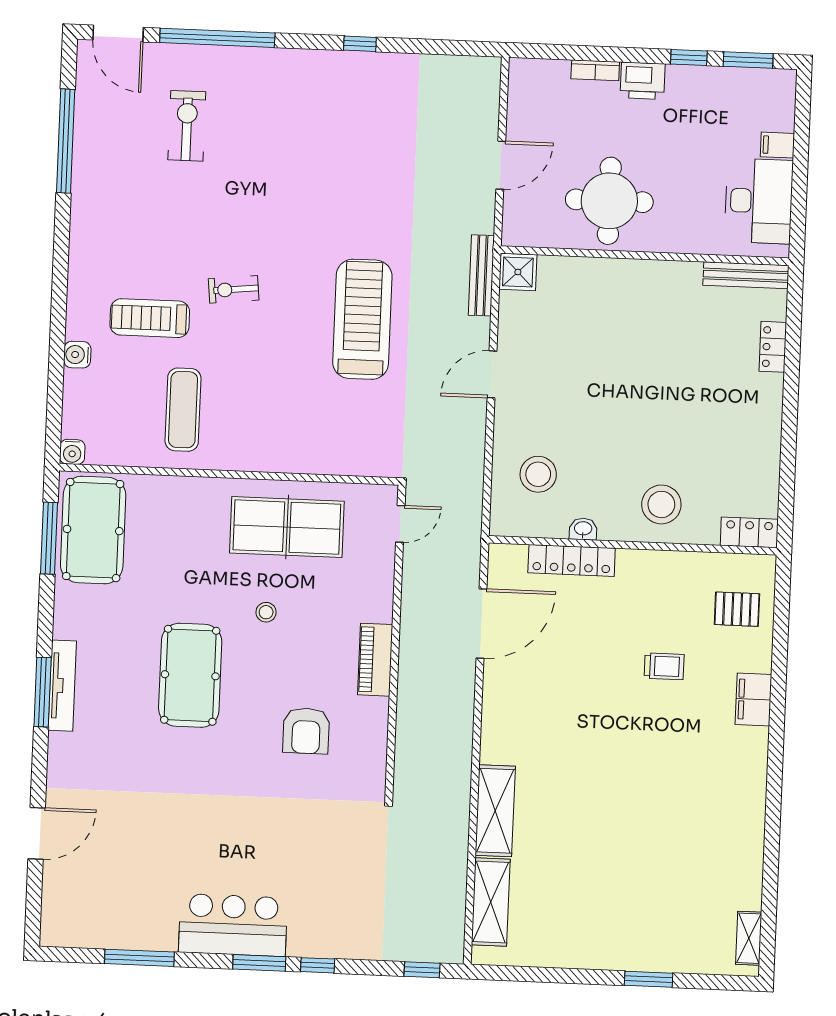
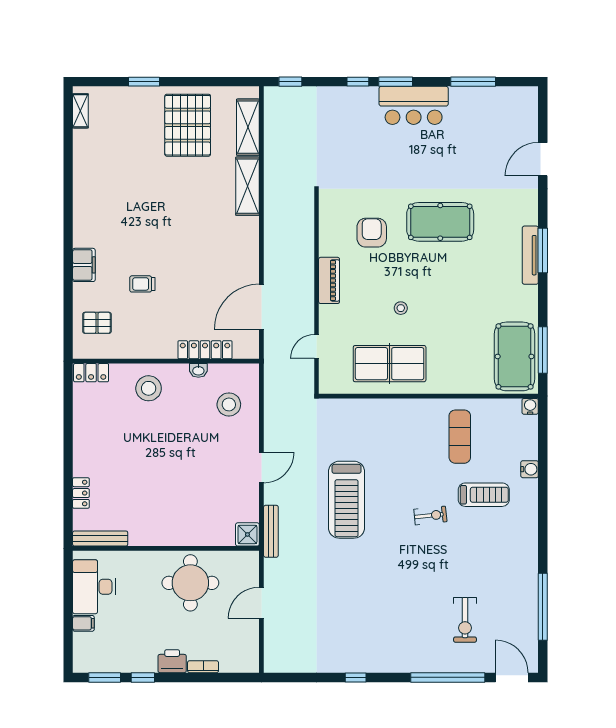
door: (400, 524) -> (316, 347), moved
pool table: (190, 675) -> (440, 222), moved, turned 90
pallet: (584, 909) -> (188, 125), added

